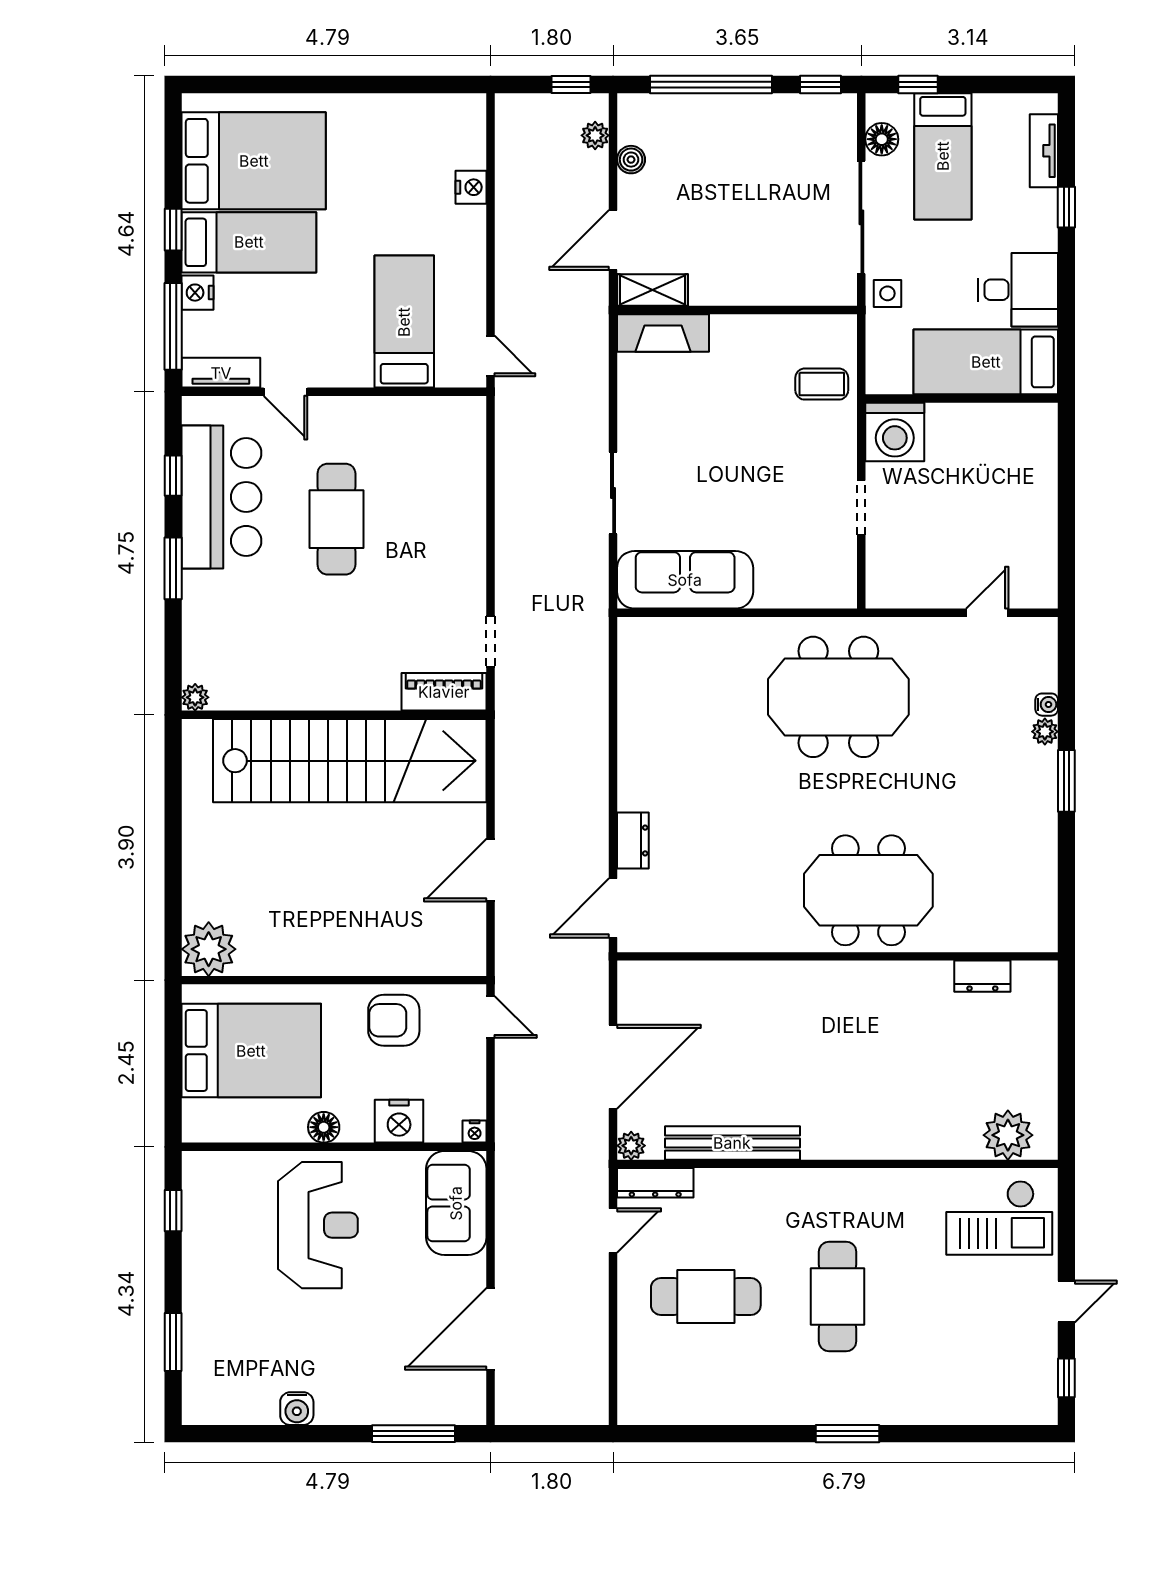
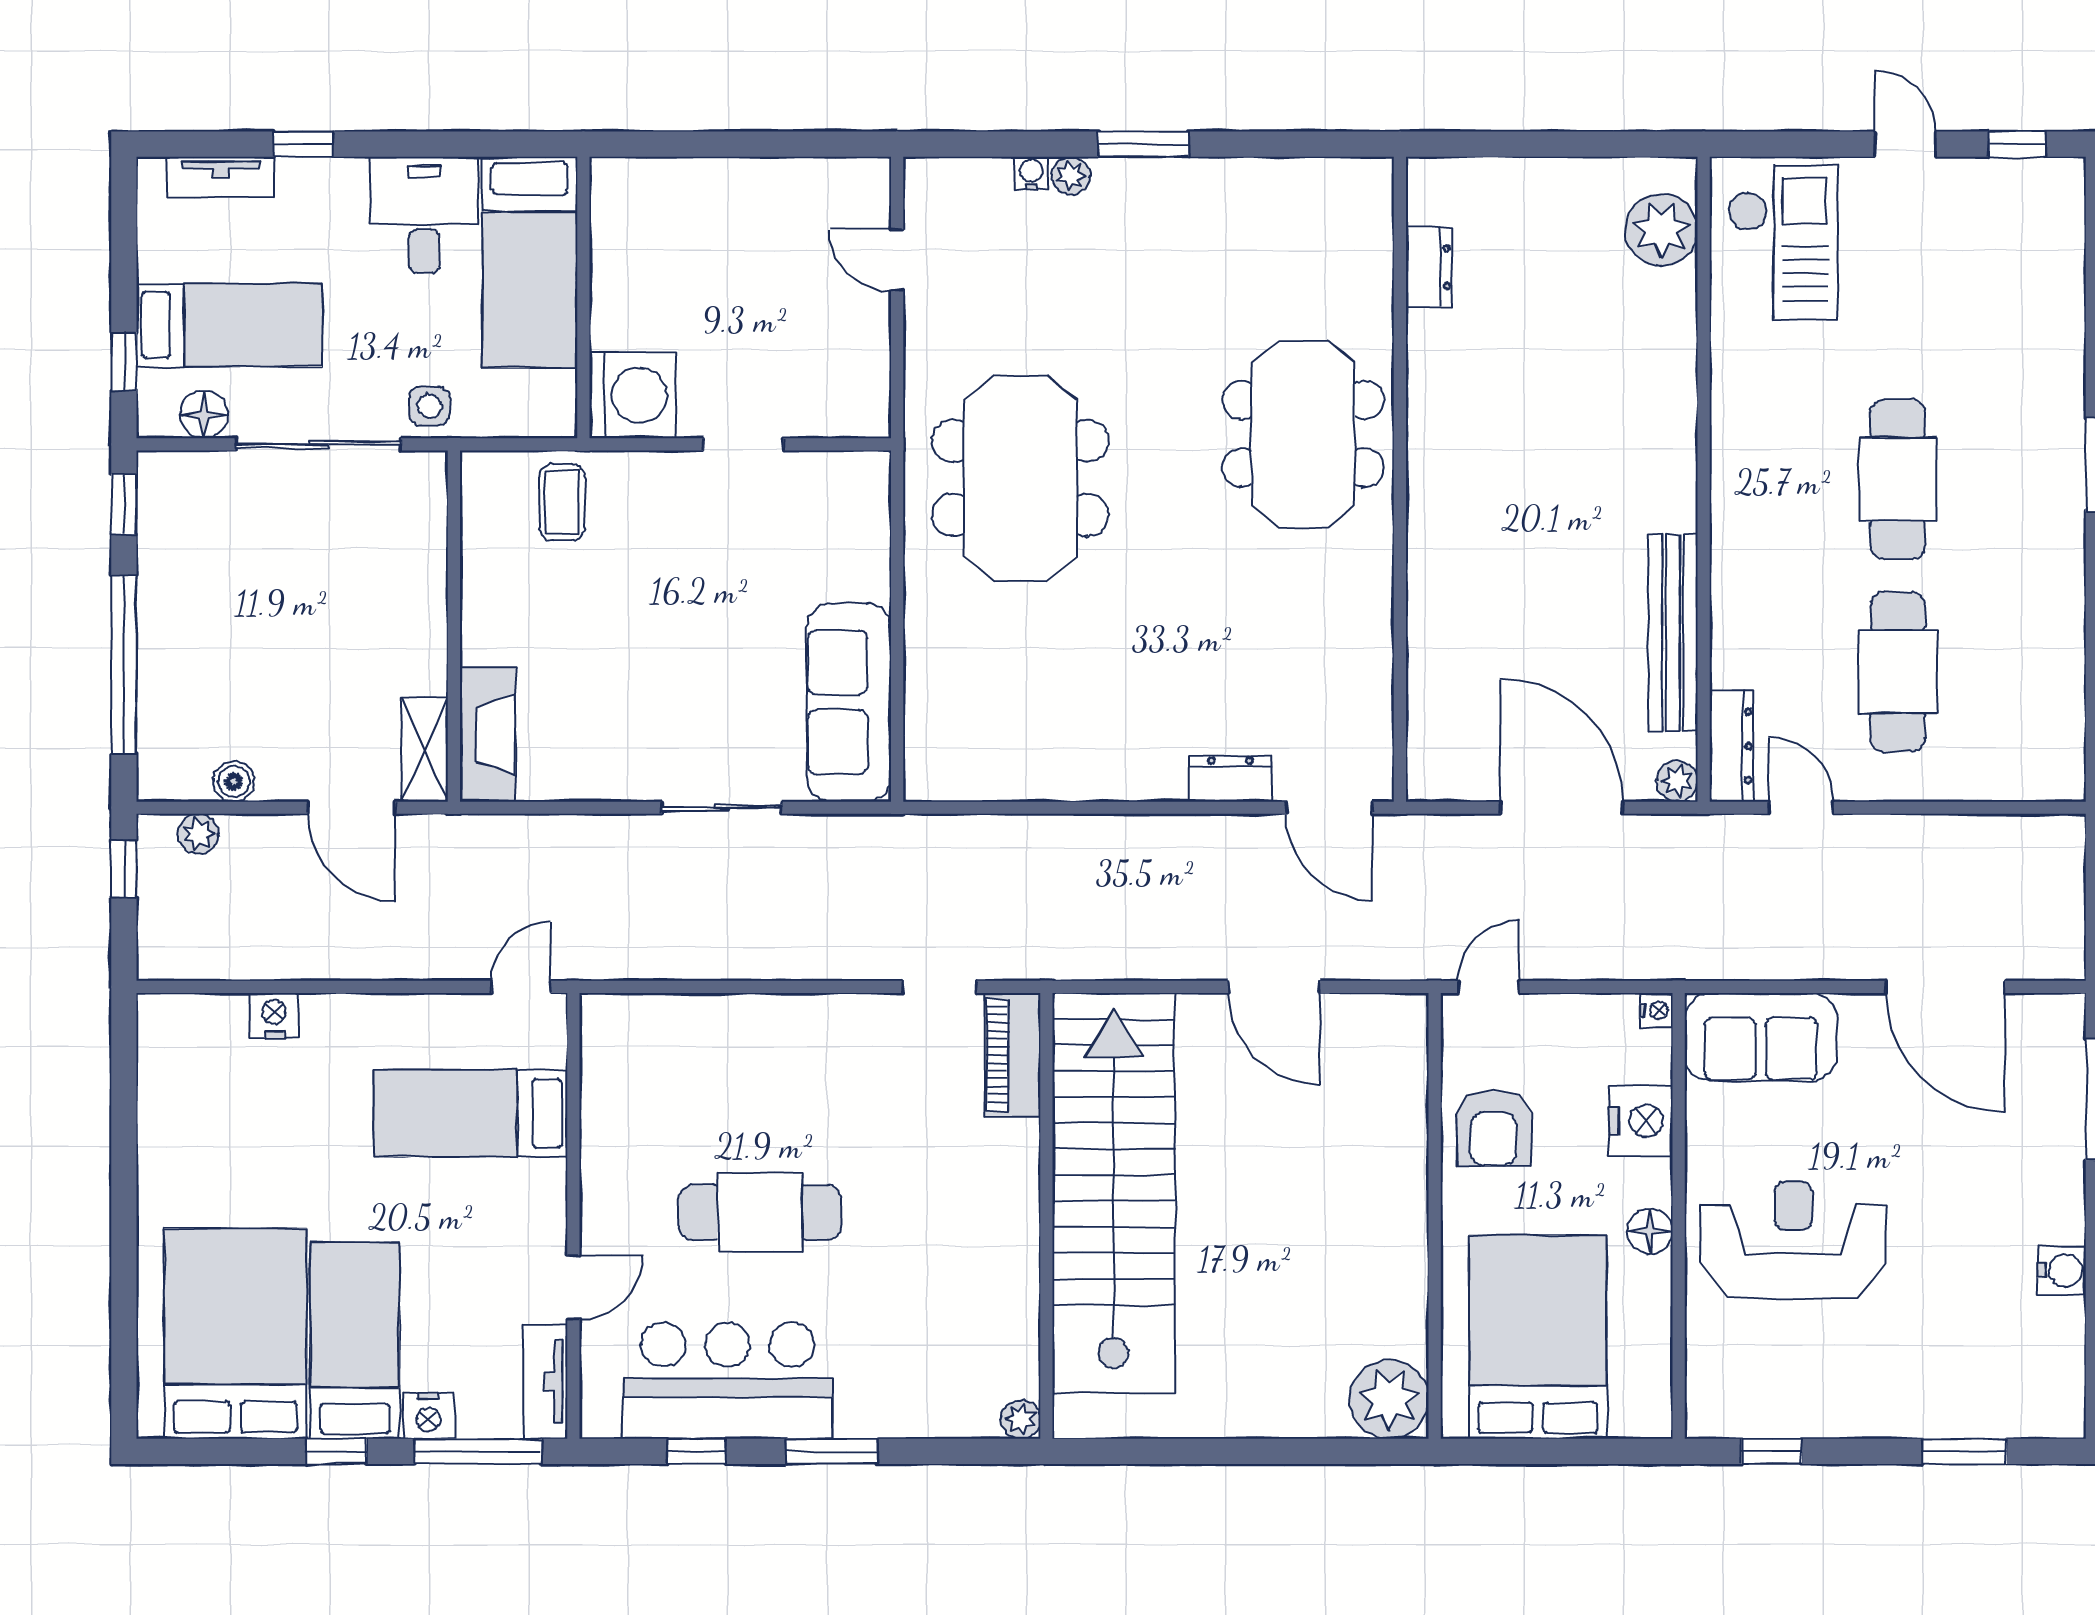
cafe table: (838, 1297) -> (1898, 479), turned 90

